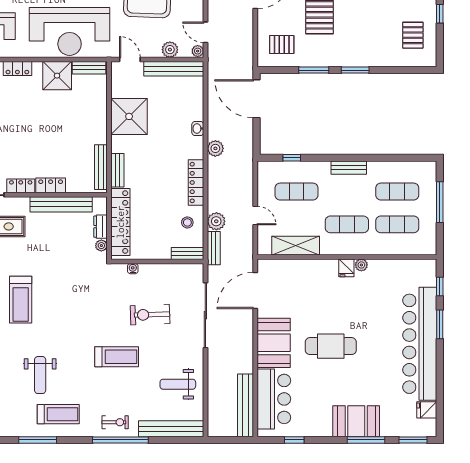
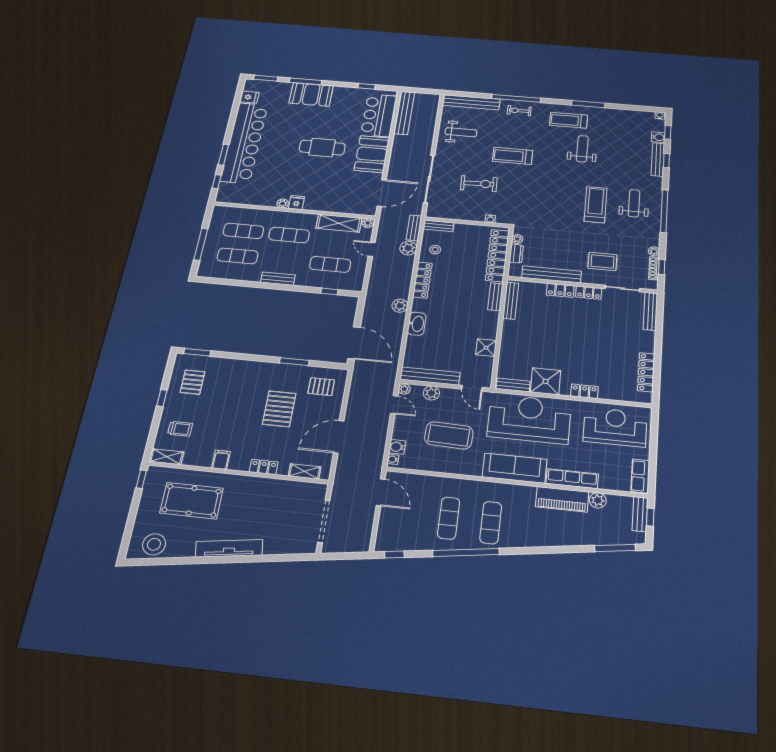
window: (355, 70) -> (197, 352), moved
shower: (129, 116) -> (486, 348), width x0.54, depth x0.54
washbasin: (198, 128) -> (417, 324), width x1.91, depth x1.45
plant: (265, 249) -> (368, 223), added

